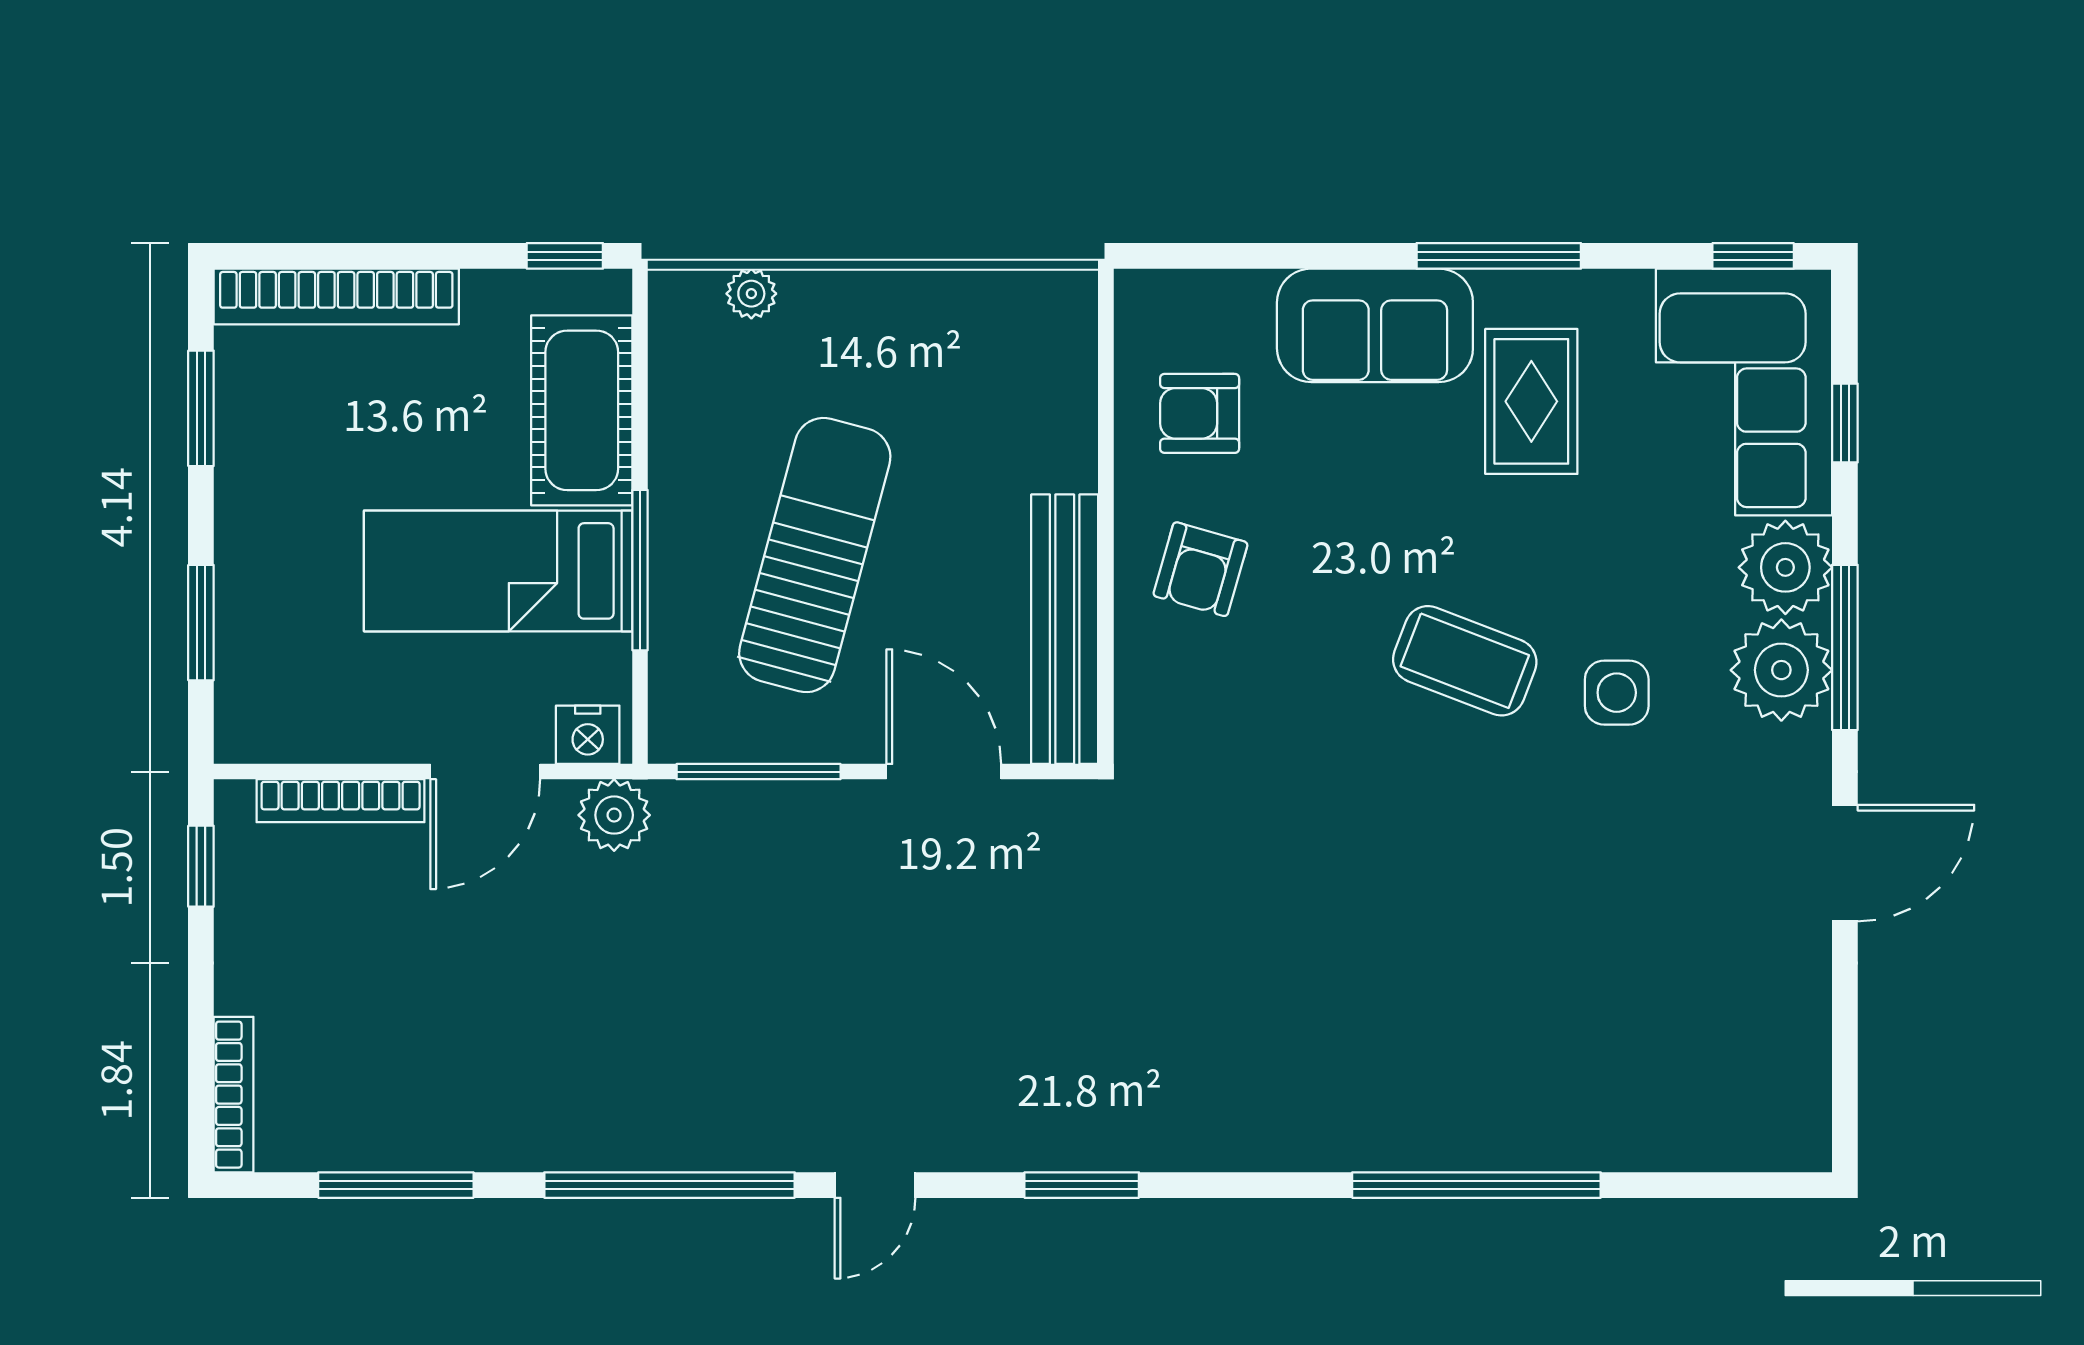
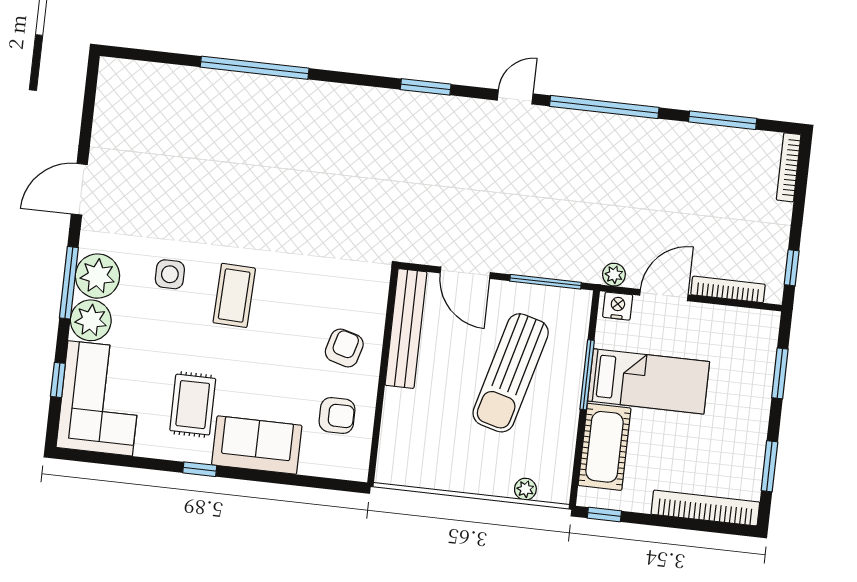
window: (1499, 256) -> (200, 469), width x0.46
window: (1753, 256) -> (90, 457), removed
coffee table: (1465, 661) -> (234, 295), turned 71
plant: (614, 815) -> (614, 275), width x0.73, depth x0.73

